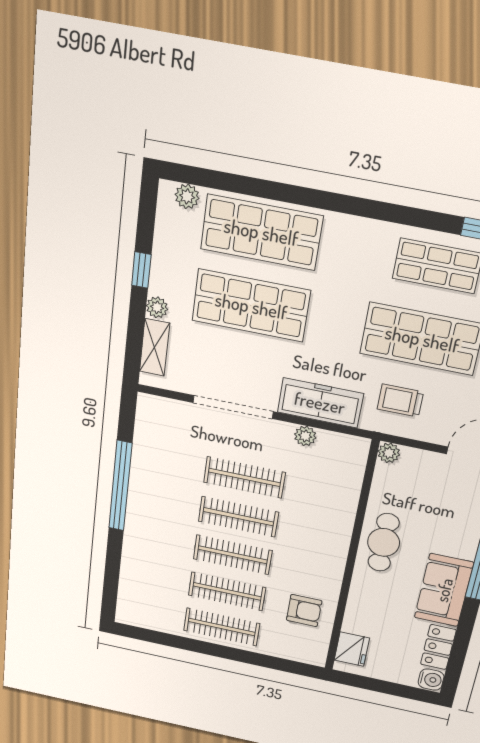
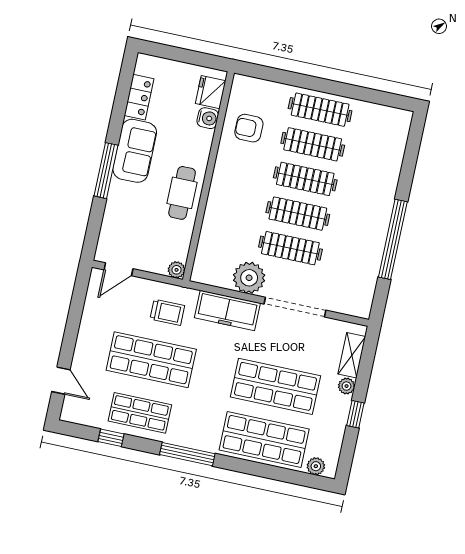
window: (369, 208) -> (187, 454), added
plant: (305, 436) -> (249, 278), width x1.88, depth x1.88
water cooler: (431, 680) -> (208, 118), moved, turned 180

